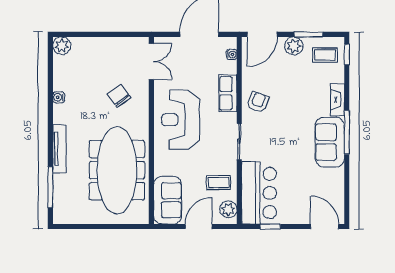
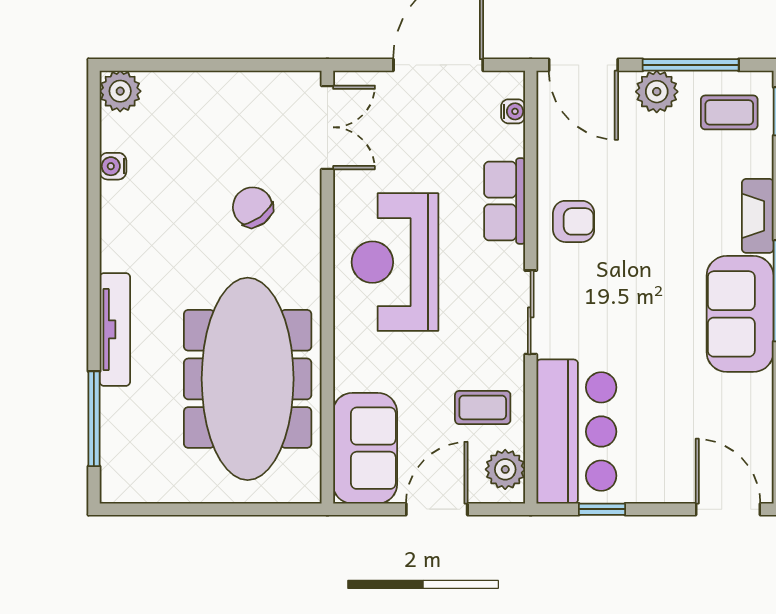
door: (262, 34) -> (583, 65), hinge flipped
window: (308, 34) -> (691, 65), width x1.44
water cooler: (59, 97) -> (113, 166), moved
armchair: (258, 102) -> (574, 221), turned 70

